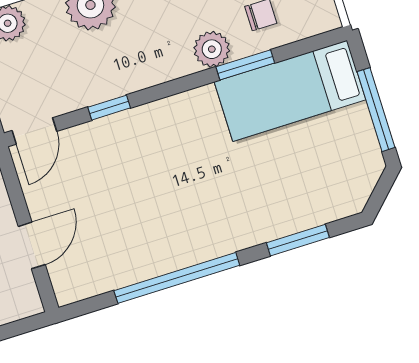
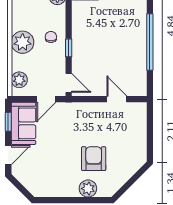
chair: (121, 62) -> (51, 37), added

